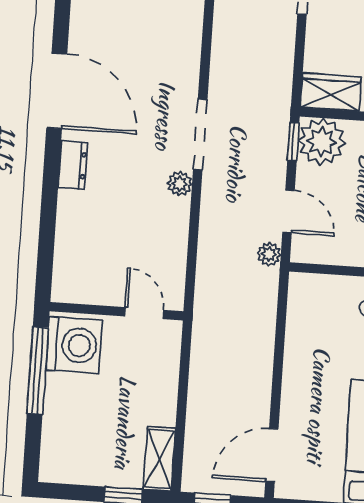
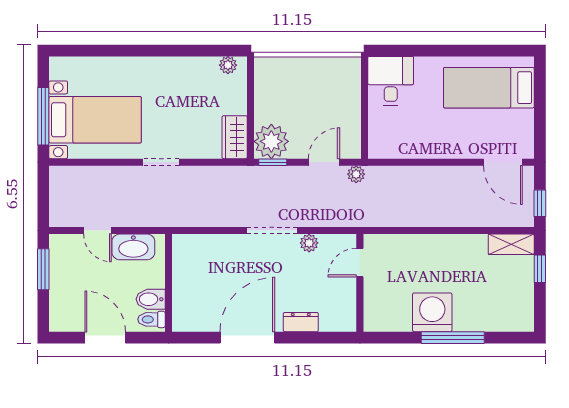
wall: (116, 311) -> (360, 283), moved
door: (144, 313) -> (360, 263), moved

